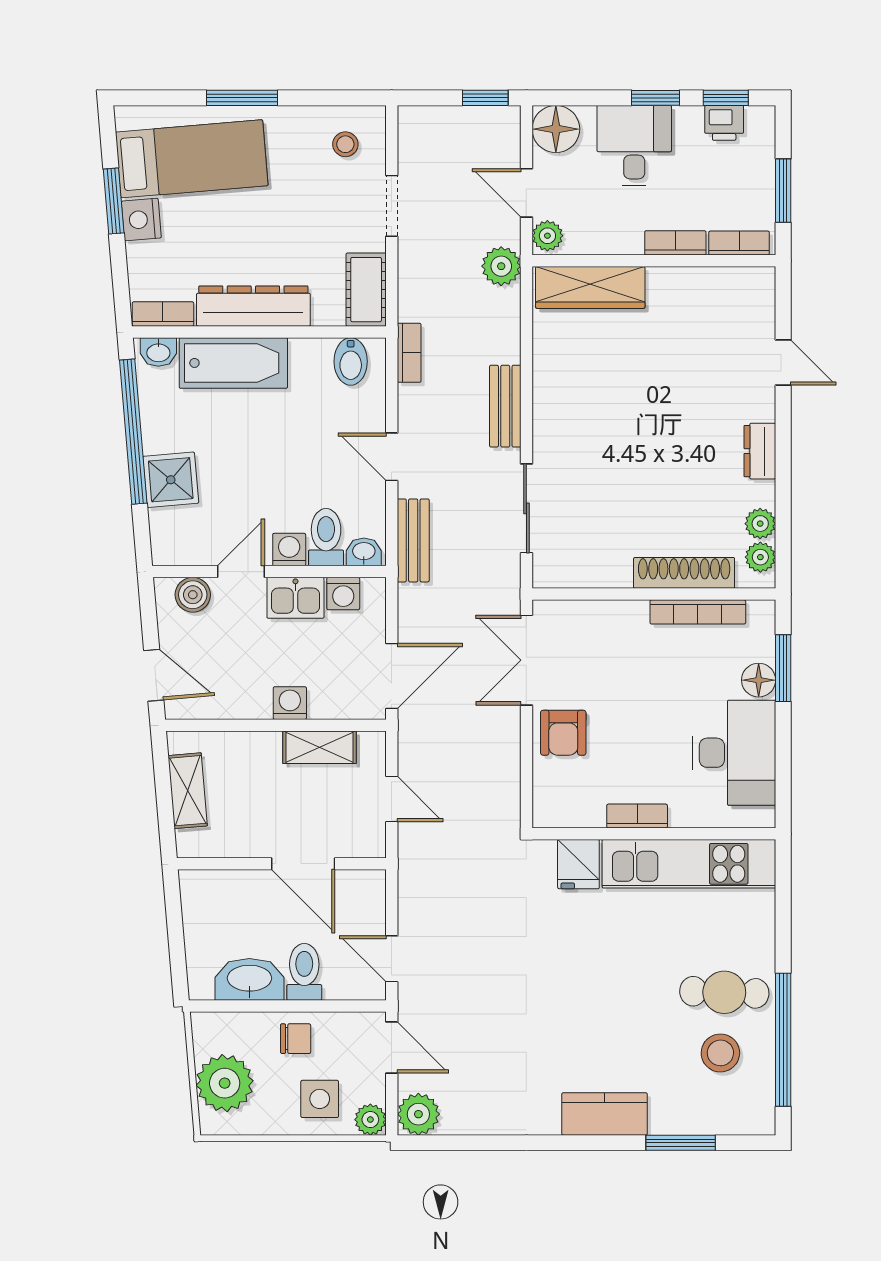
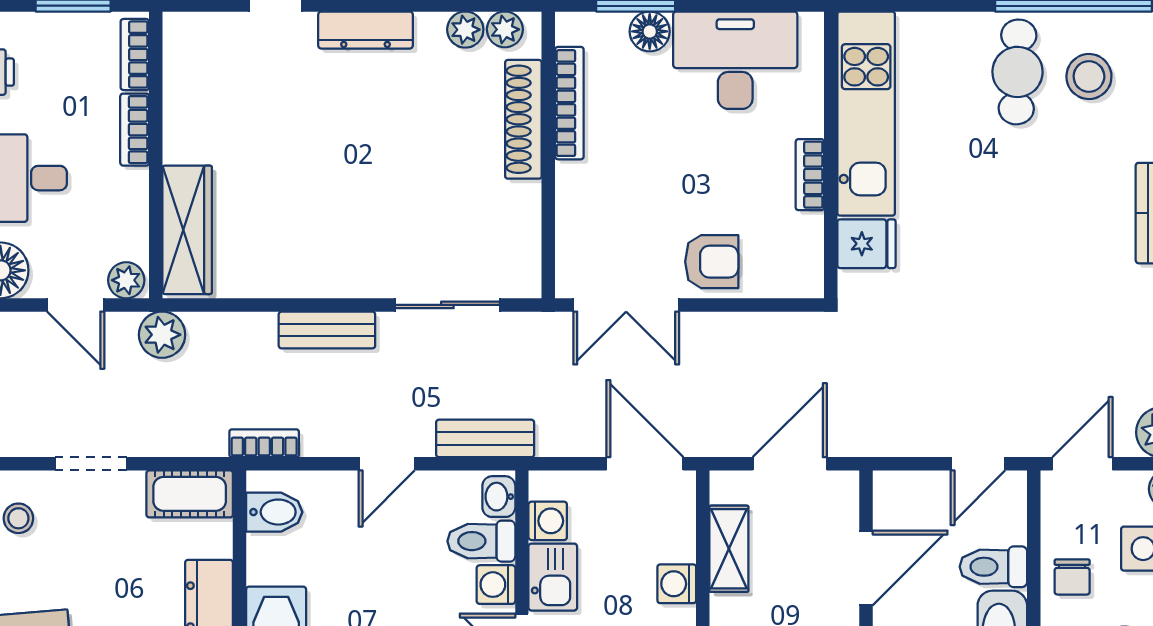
door: (526, 193) -> (76, 305), hinge flipped
dresser: (760, 451) -> (366, 30), width x1.44
door: (392, 799) -> (790, 464), width x1.38
chair: (296, 1039) -> (1072, 577), turned 180

